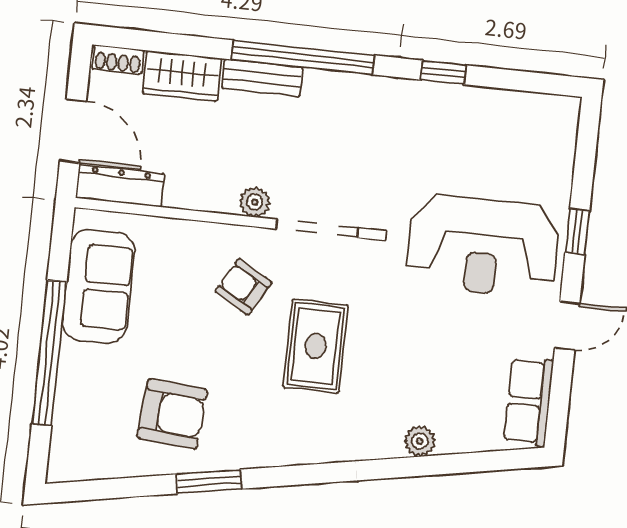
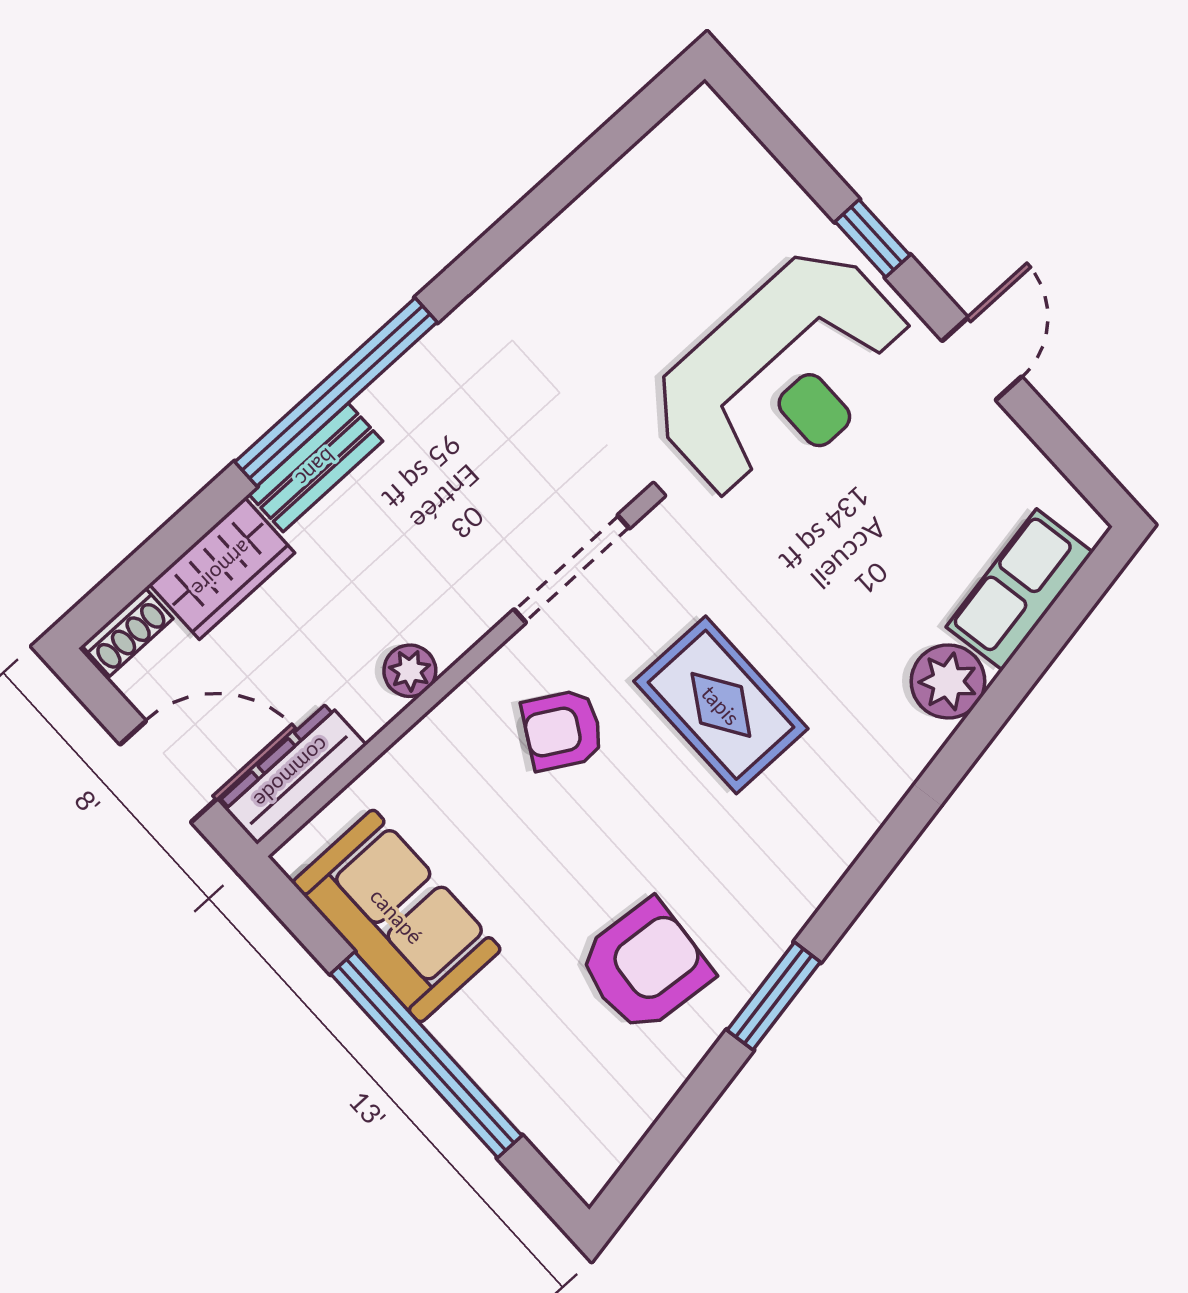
window: (443, 72) -> (515, 229), removed
plant: (255, 202) -> (410, 671), moved
row of seats: (529, 401) -> (1020, 590), moved, turned 80
plant: (420, 441) -> (948, 681), width x1.38, depth x1.38

